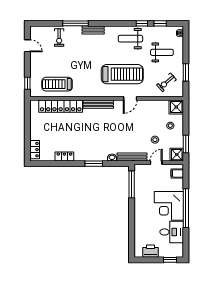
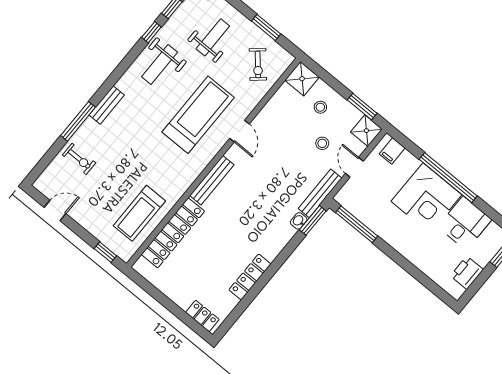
locker: (64, 156) -> (250, 277), width x1.53
window: (94, 164) -> (313, 220), moved

